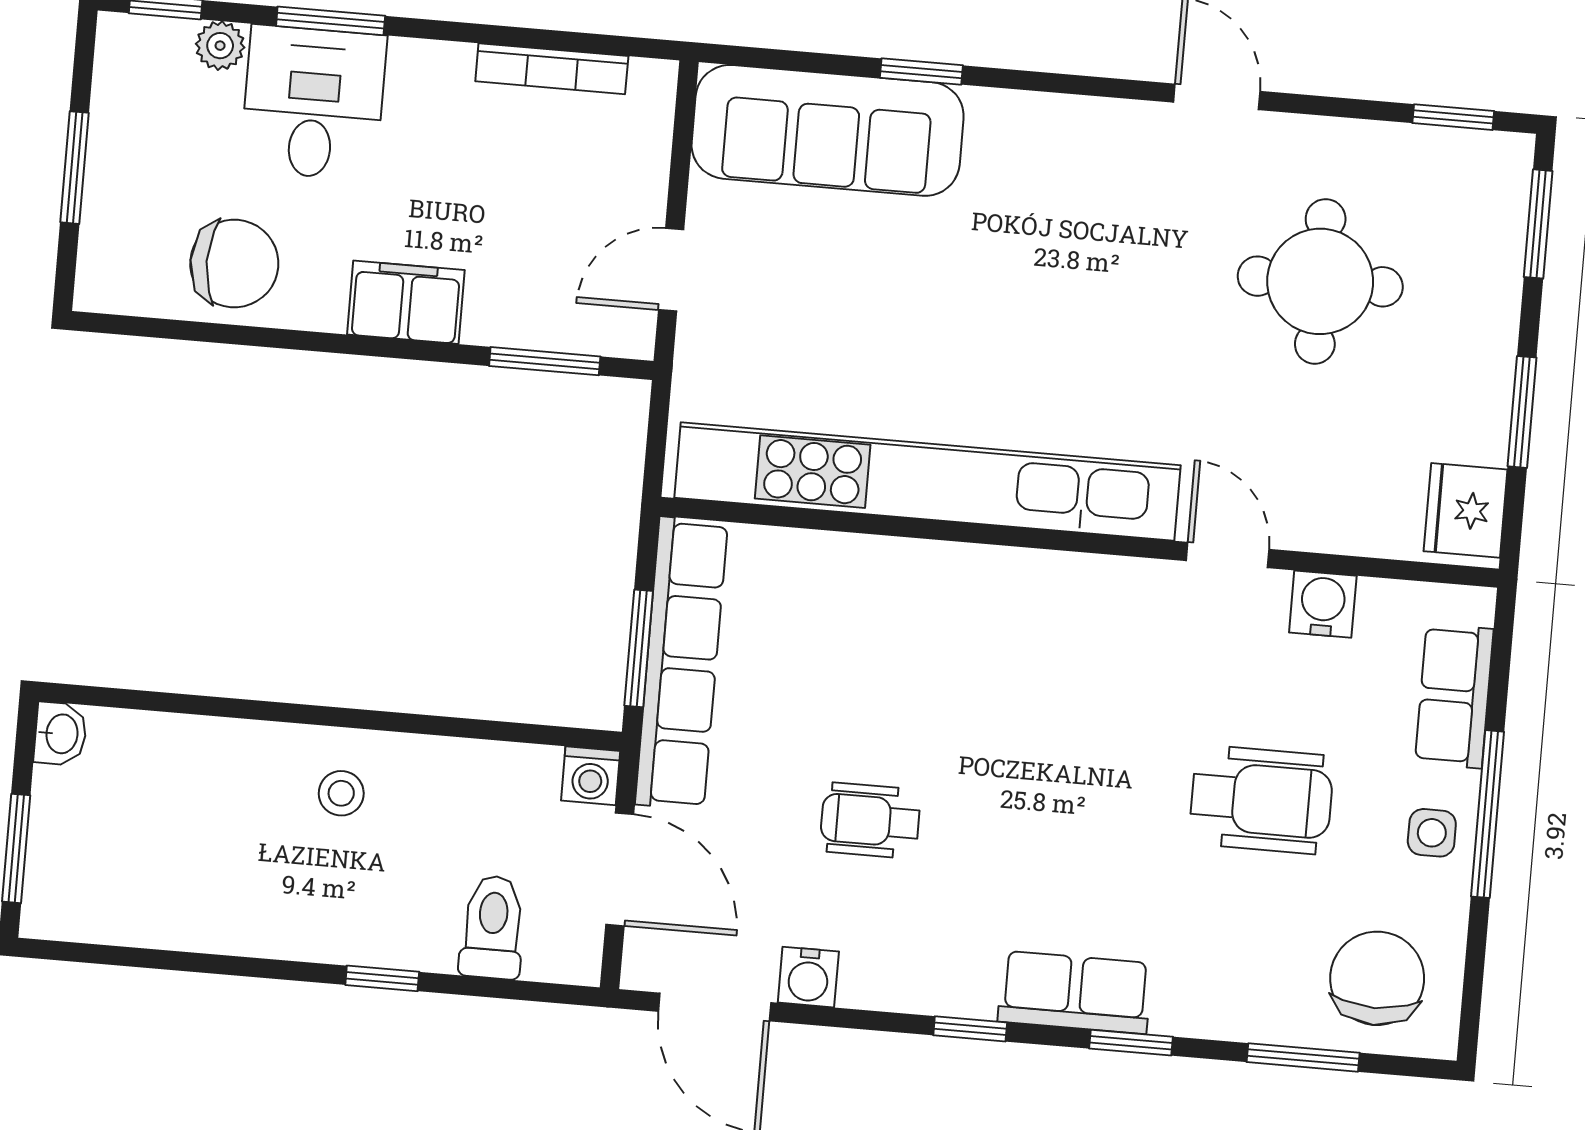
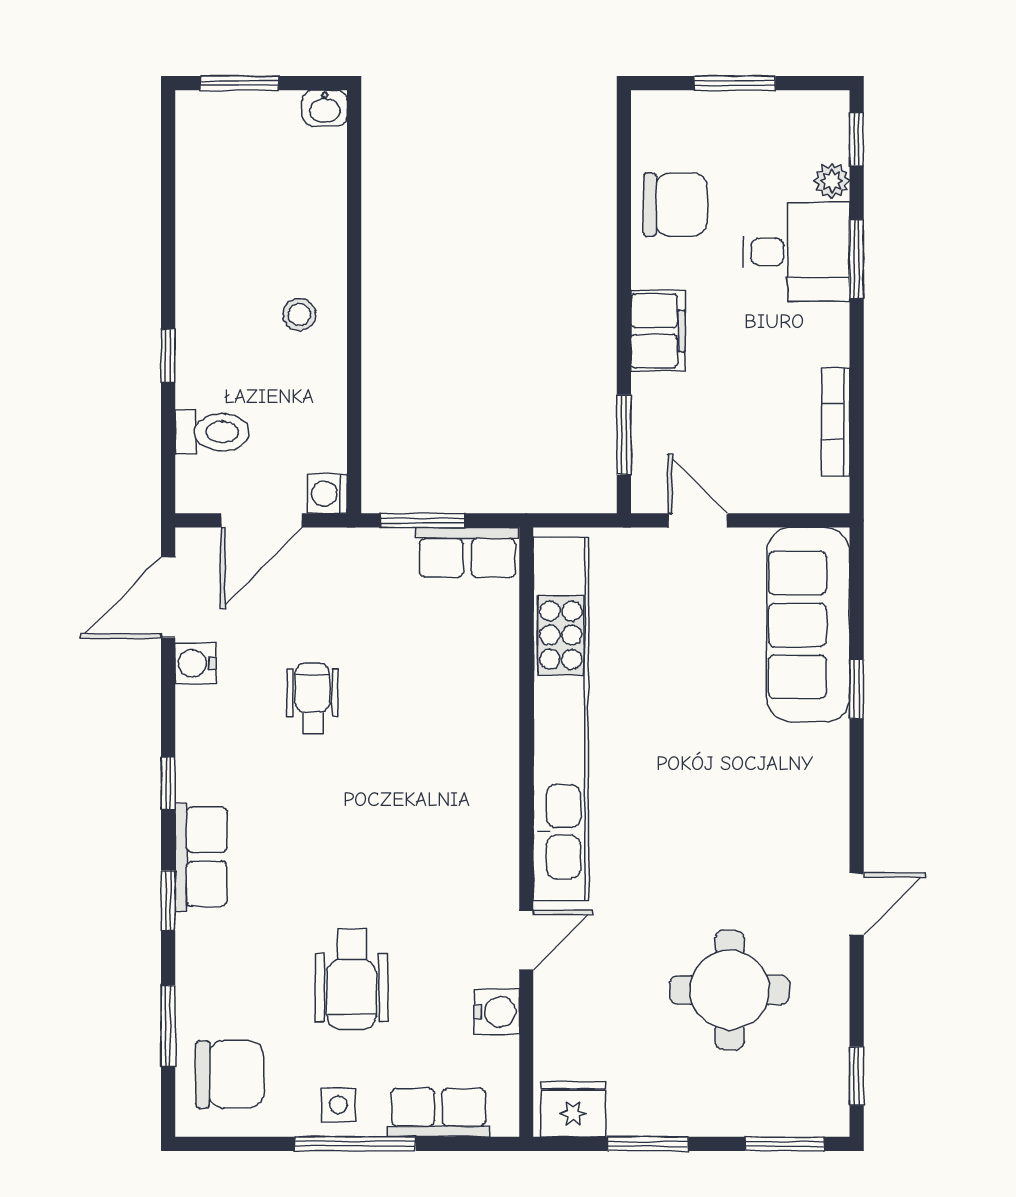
chair: (234, 264) -> (675, 205), turned -90
row of seats: (682, 663) -> (467, 552), width x0.50

